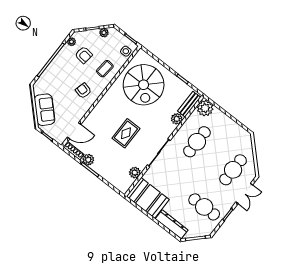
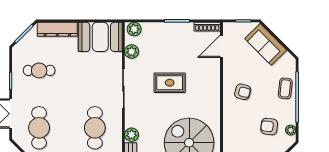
coffee table: (105, 69) -> (285, 88), moved
rug: (126, 133) -> (170, 83), turned 90
plant: (88, 160) -> (134, 29), moved
cafe table: (204, 207) -> (39, 70), width x0.73, depth x0.74

